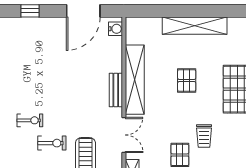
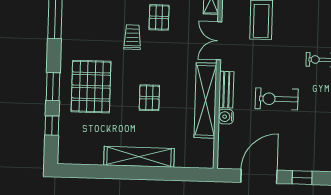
window: (30, 11) -> (302, 178), moved
water cooler: (115, 29) -> (226, 117), moved
exercise bike: (52, 143) -> (277, 99), moved, width x1.38, depth x1.39

